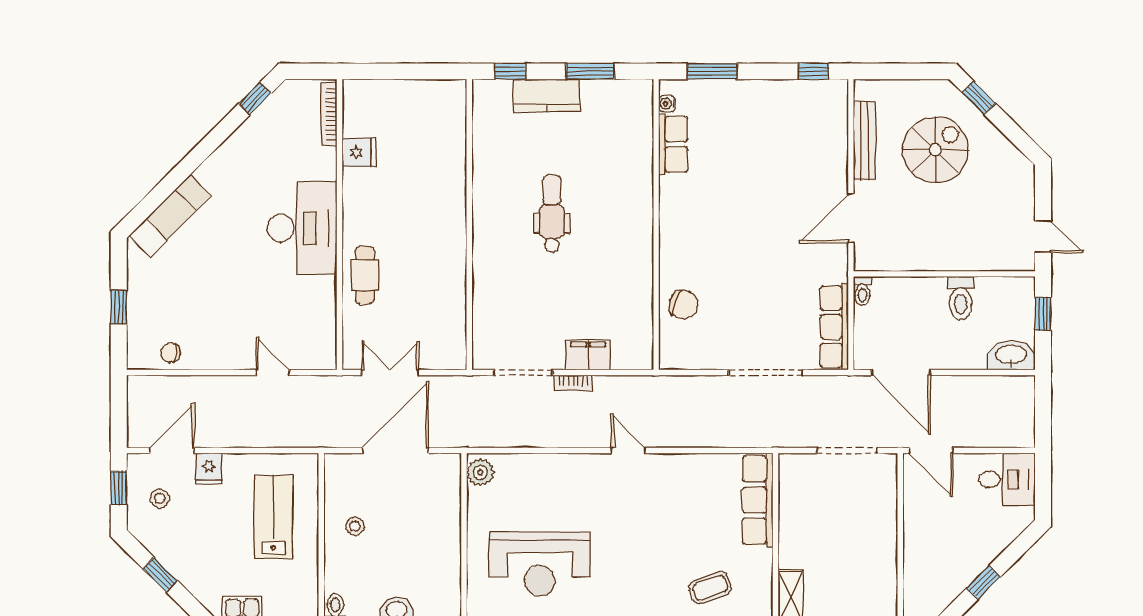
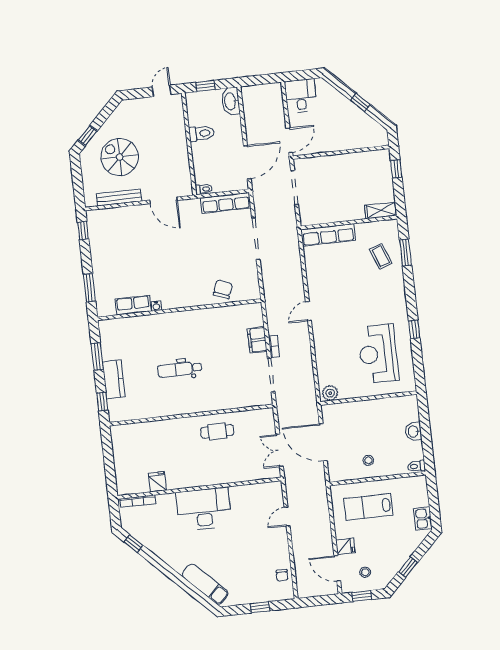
water cooler: (667, 104) -> (156, 306), moved
cafe table: (365, 275) -> (217, 431), moved
reception desk: (540, 564) -> (378, 354), turned 180

